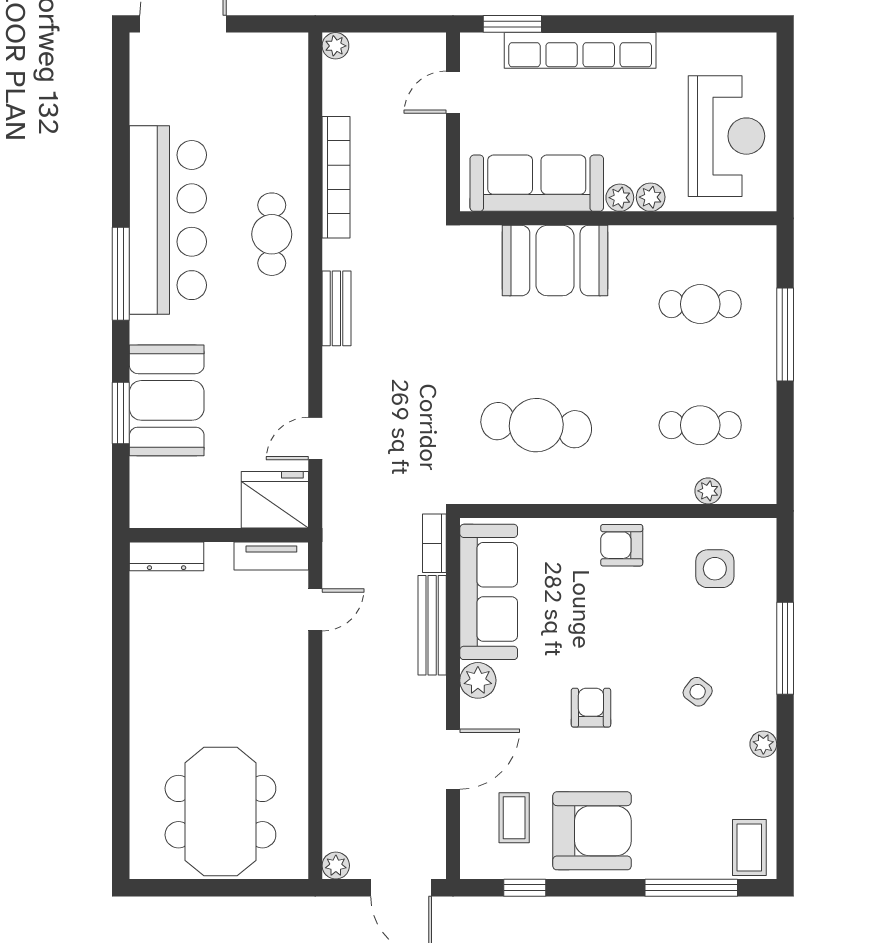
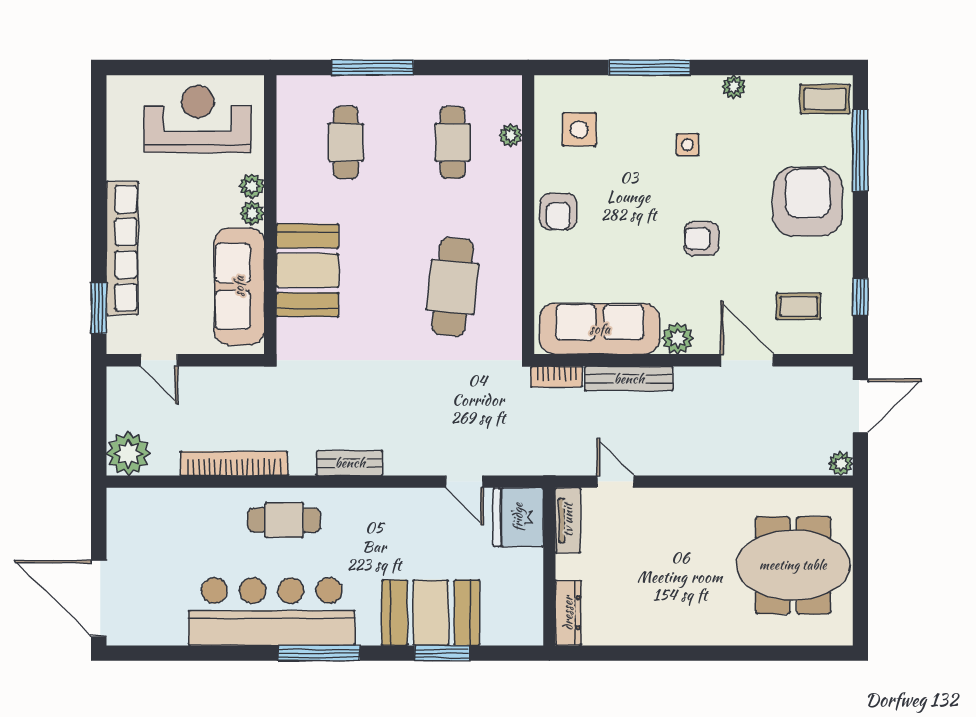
plant: (335, 46) -> (128, 454), width x1.87, depth x1.87
side table: (698, 692) -> (688, 145), turned -37
armchair: (592, 831) -> (808, 202), moved

